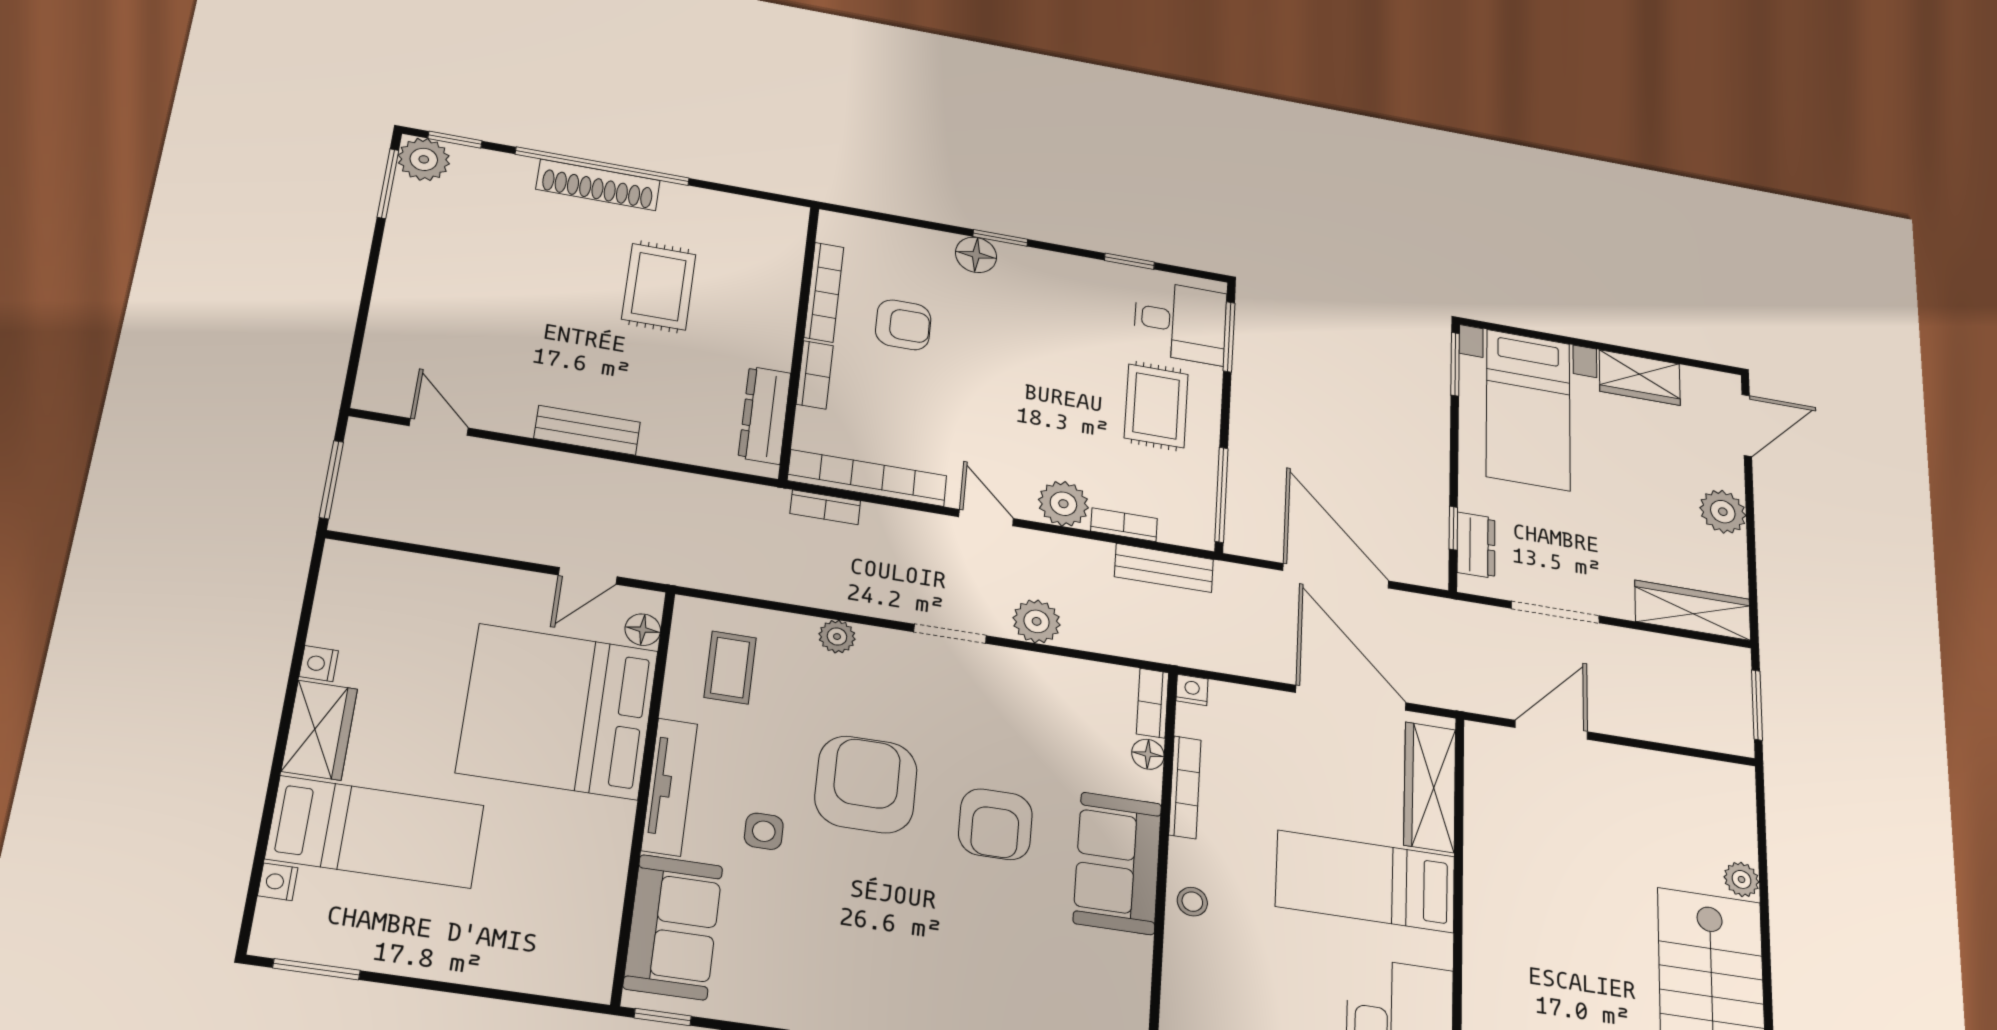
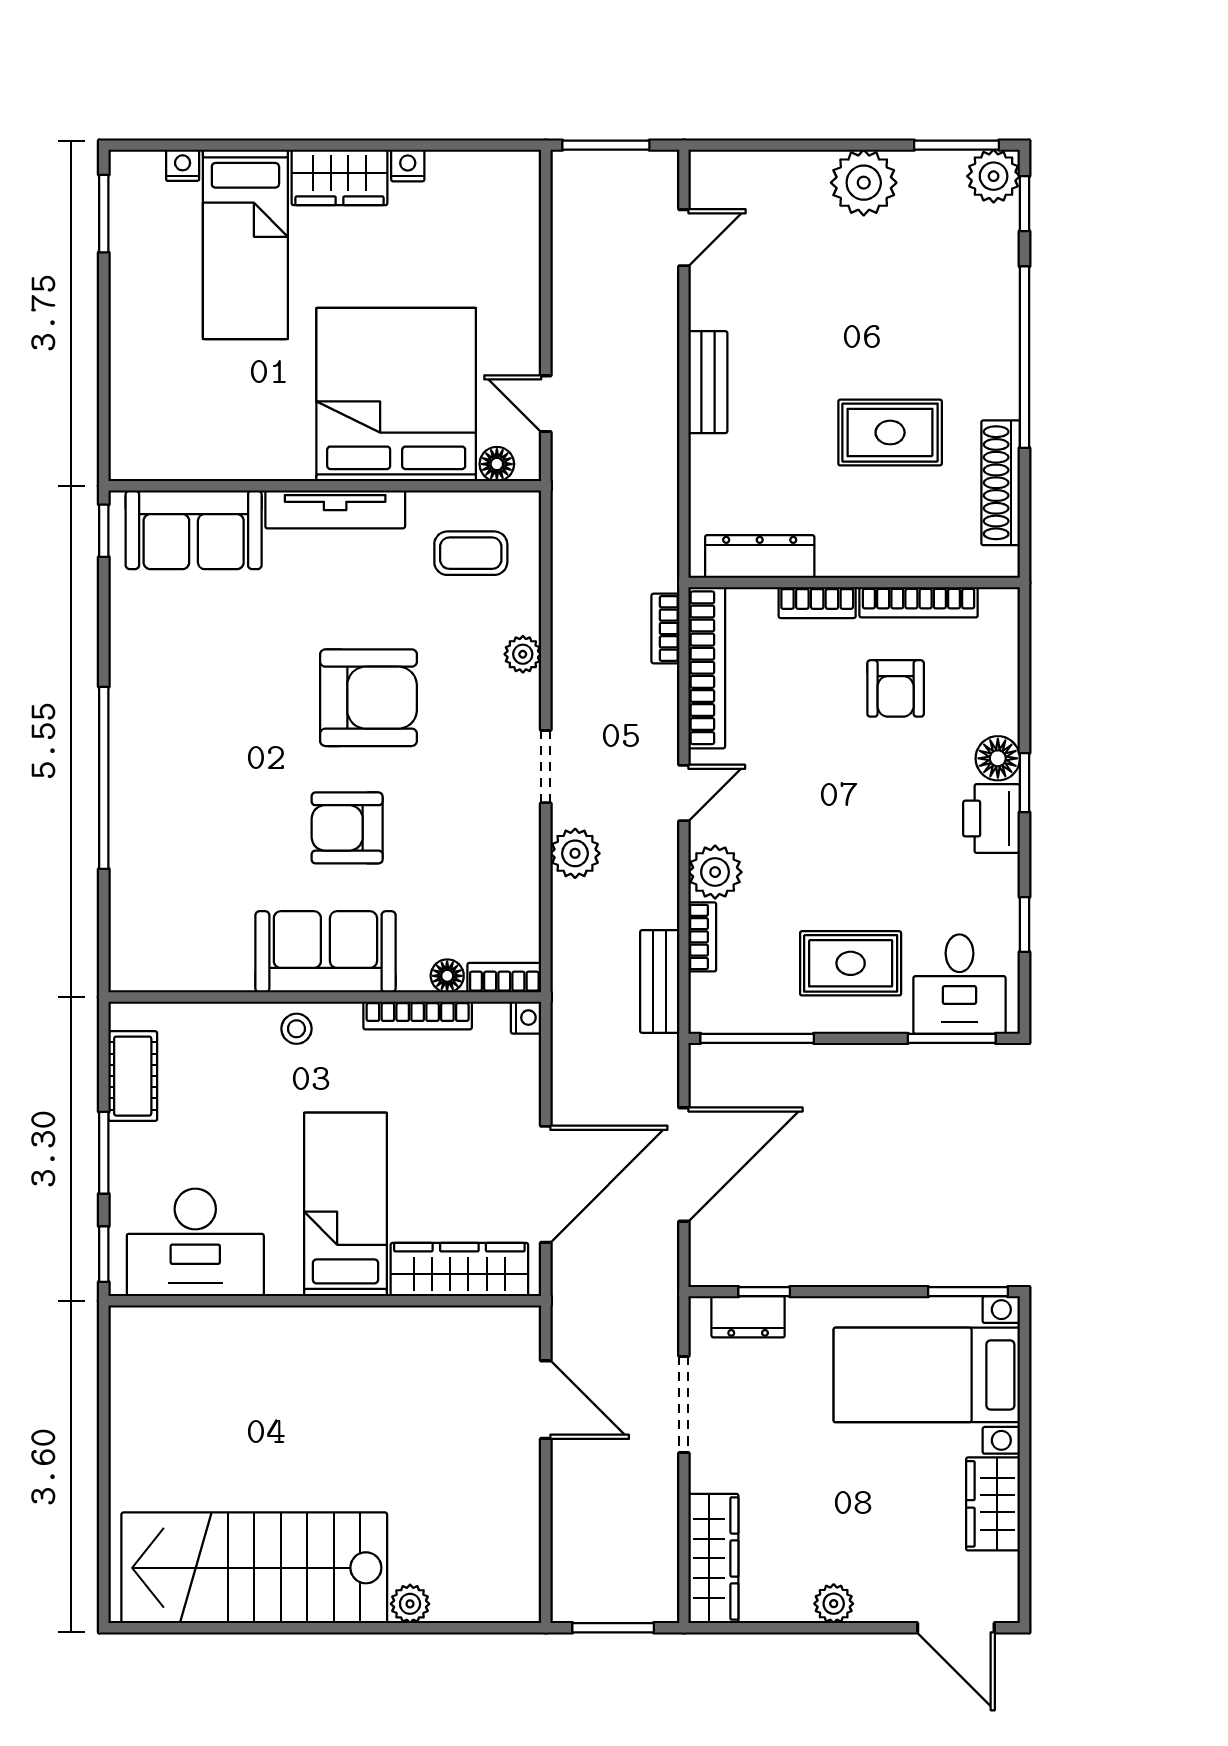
shoe rack: (598, 185) -> (1001, 483), moved
plant: (411, 266) -> (864, 183), added
printer: (1031, 270) -> (992, 819), added
plant: (1723, 512) -> (834, 1604), width x0.73, depth x0.73
side table: (764, 831) -> (304, 604), removed

